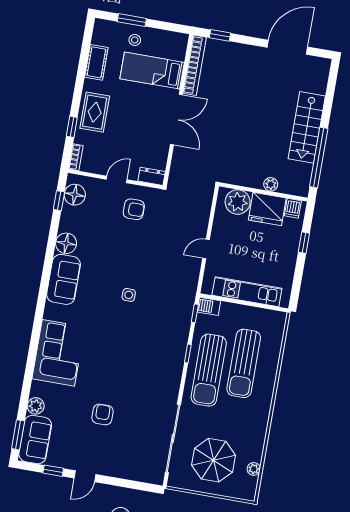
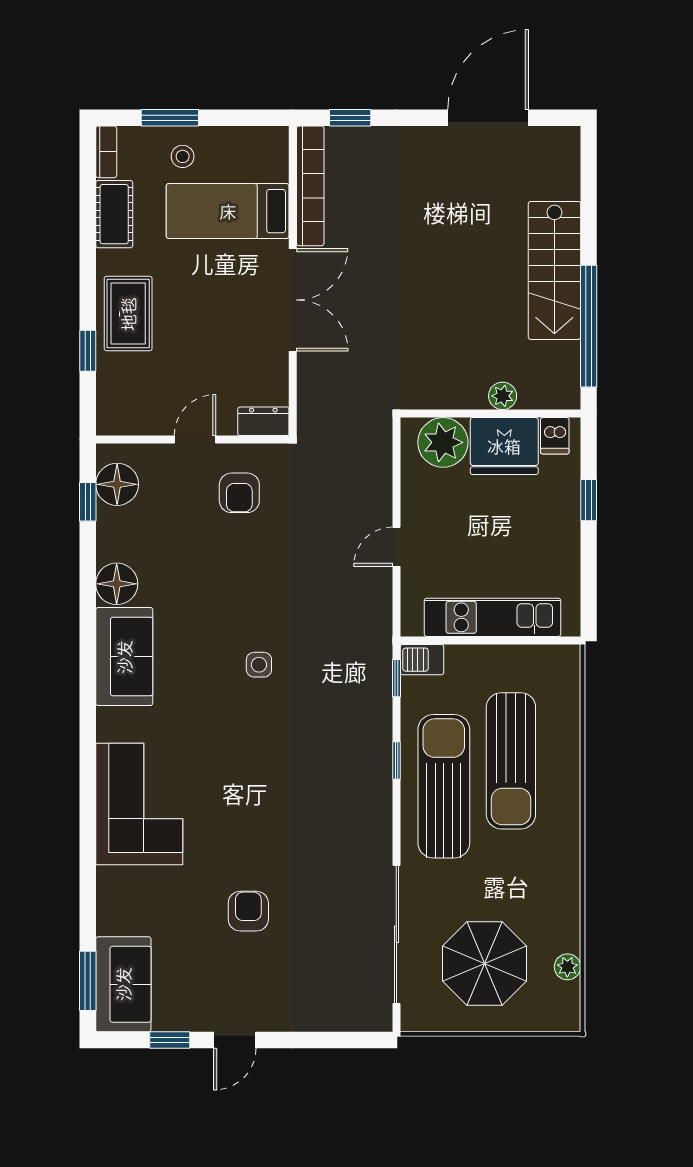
bookcase: (76, 157) -> (106, 152), moved
armchair: (134, 209) -> (239, 493), turned 90
sun lounger: (209, 370) -> (444, 786), turned 180
plant: (36, 406) -> (113, 917), removed

